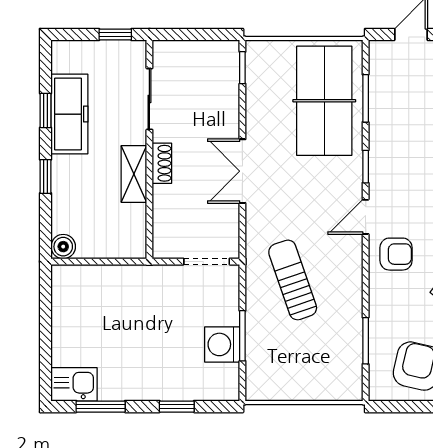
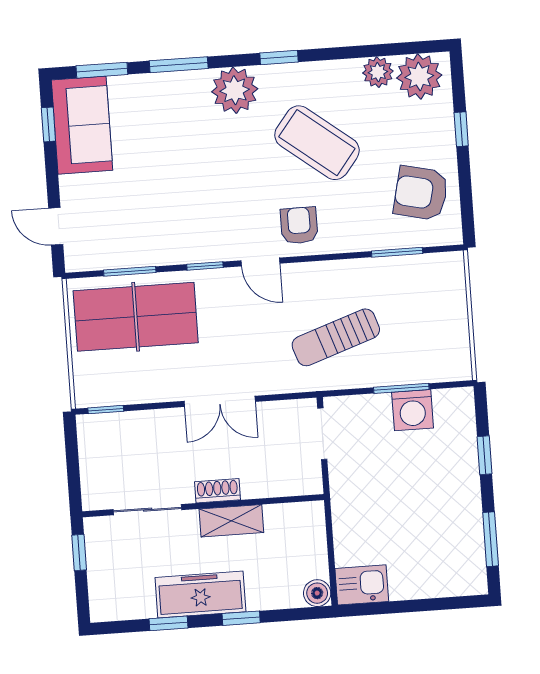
freezer: (69, 114) -> (200, 595), moved
kitchen sink: (74, 384) -> (362, 585), moved, turned 90

